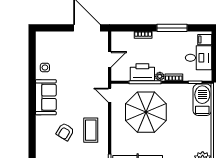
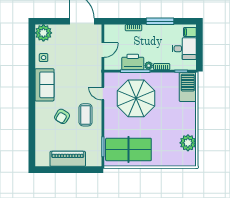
plant: (45, 41) -> (43, 33), added
door: (110, 95) -> (103, 93), moved

